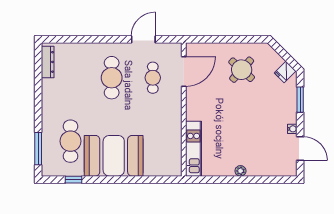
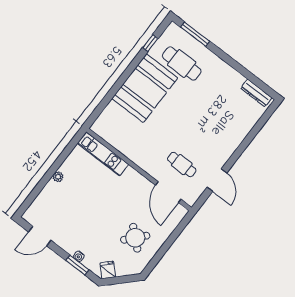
cafe table: (112, 78) -> (206, 133), removed
water cooler: (292, 129) -> (79, 256), moved

